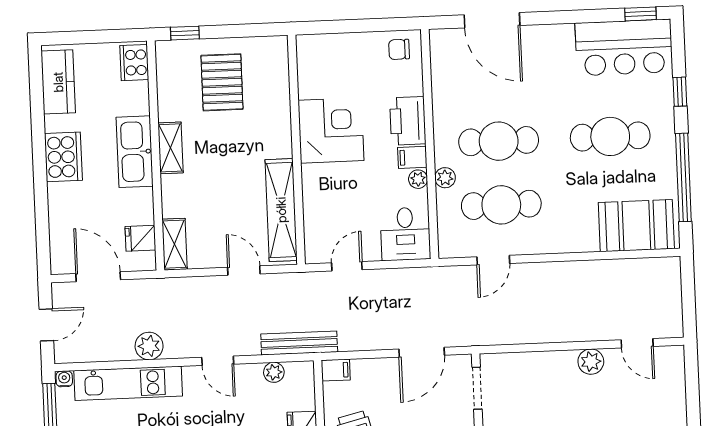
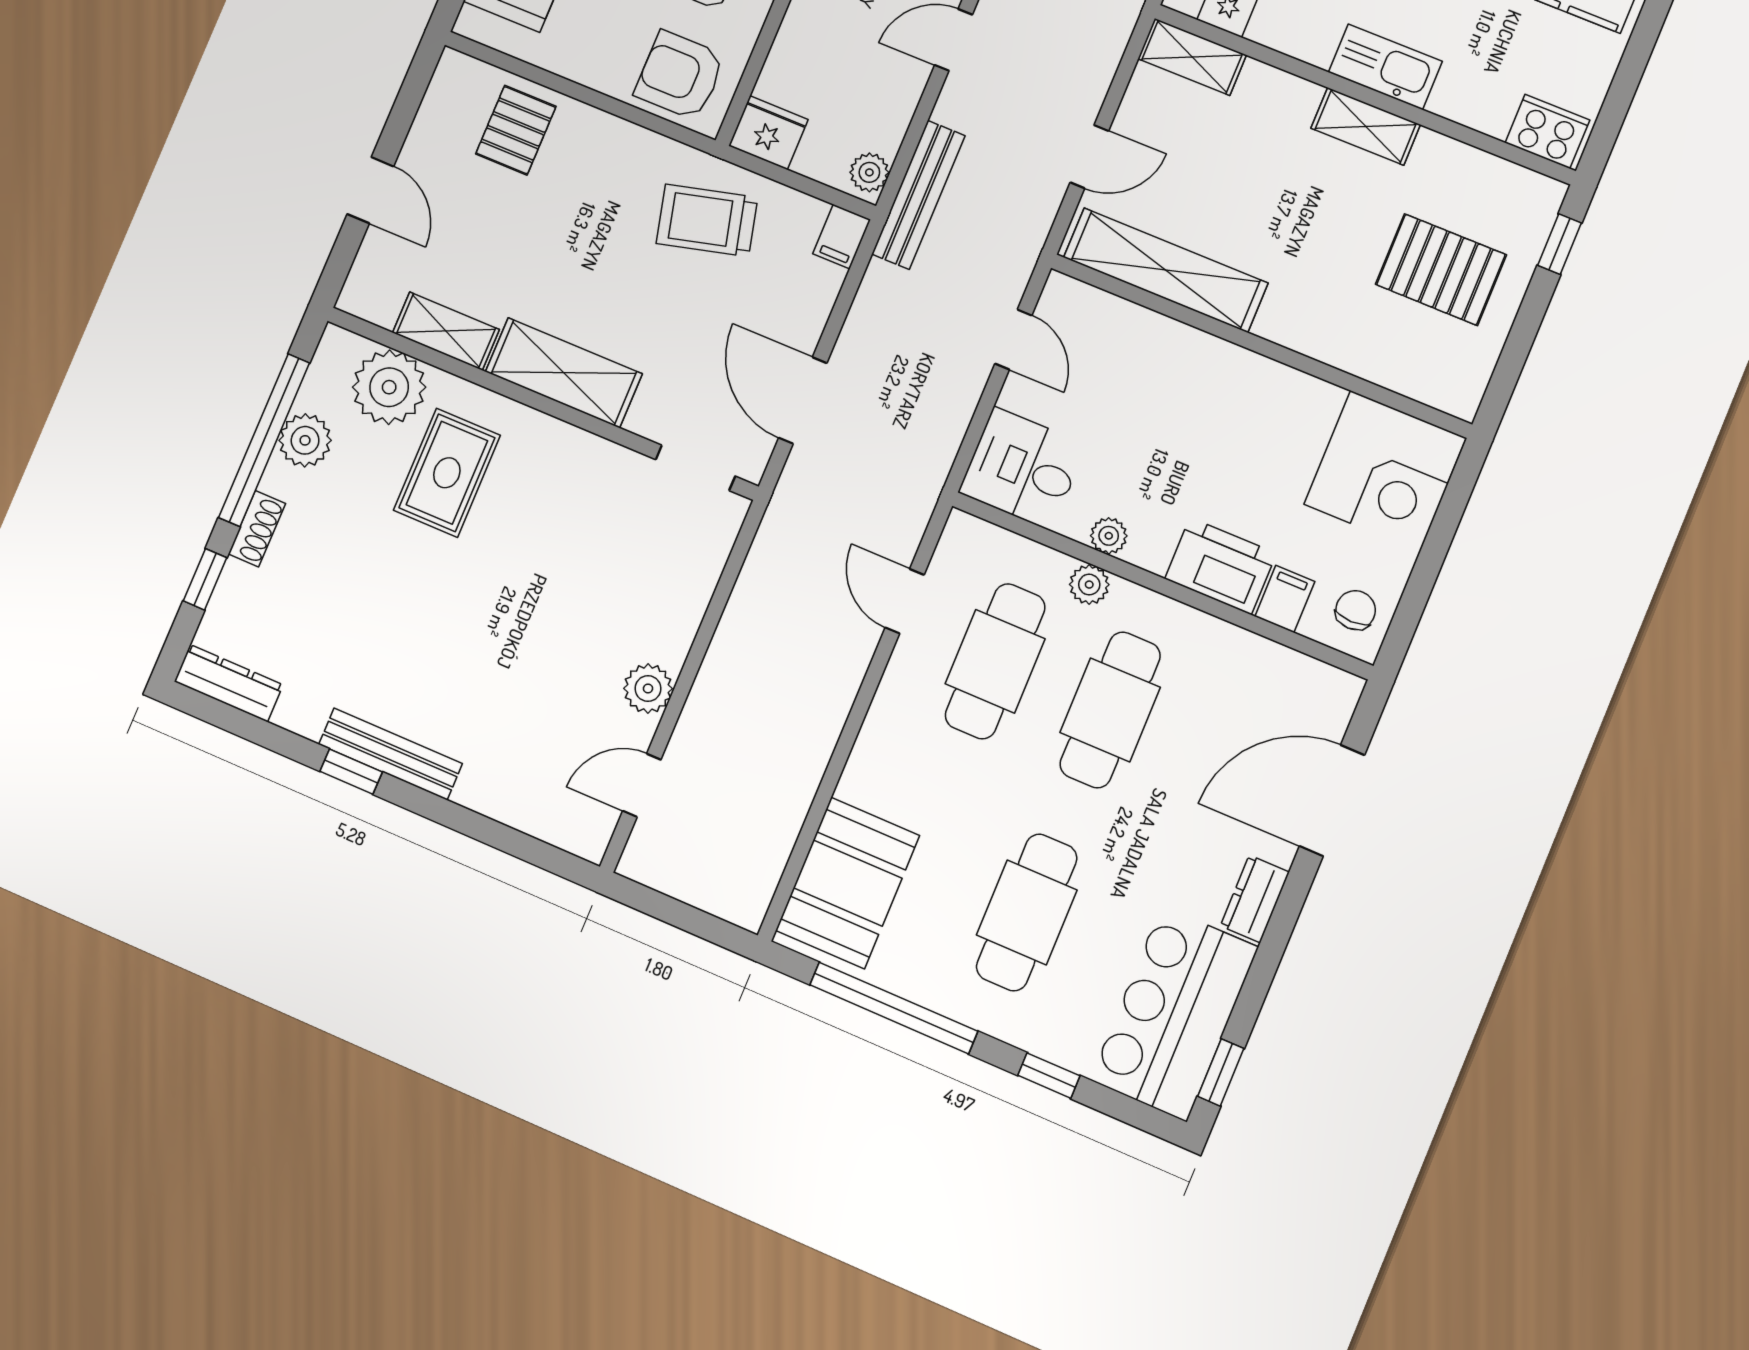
dresser: (554, 35) -> (1255, 899), added
corner desk: (331, 130) -> (1385, 471), moved
kitchen sink: (135, 152) -> (1385, 67), width x0.73, depth x0.81
filing cabinet: (412, 157) -> (1285, 599), moved
plant: (274, 372) -> (869, 172), moved

